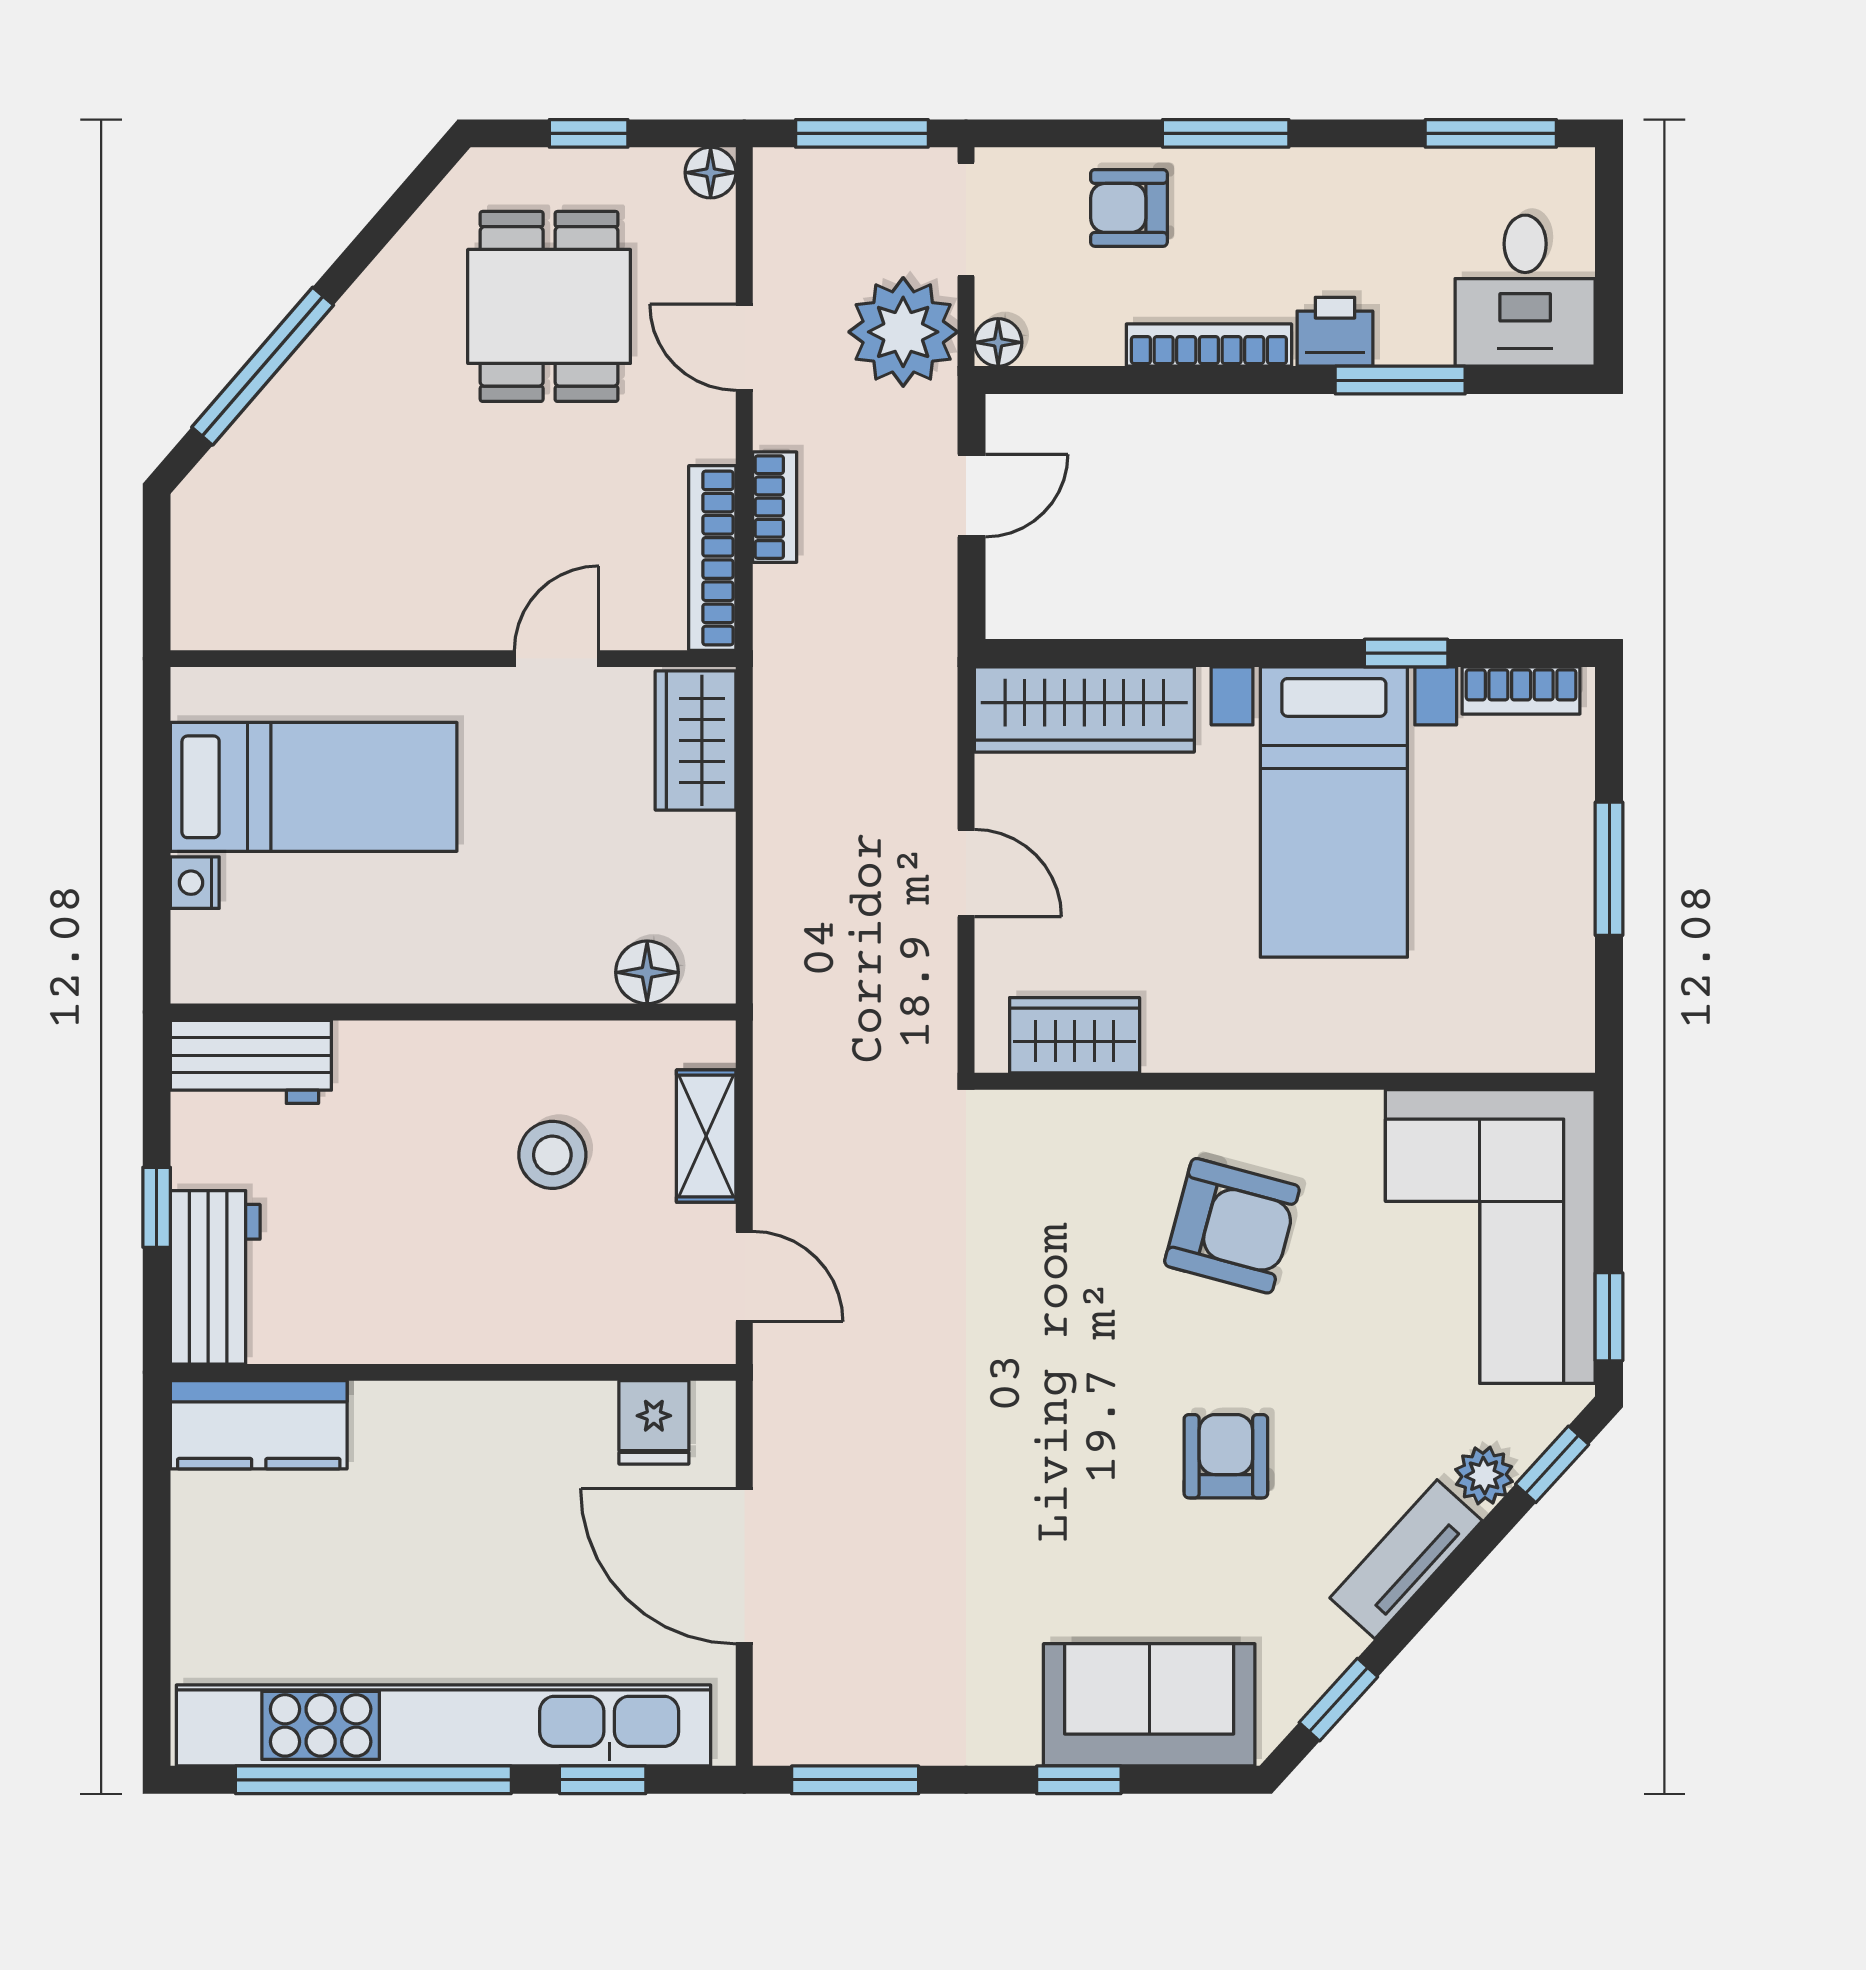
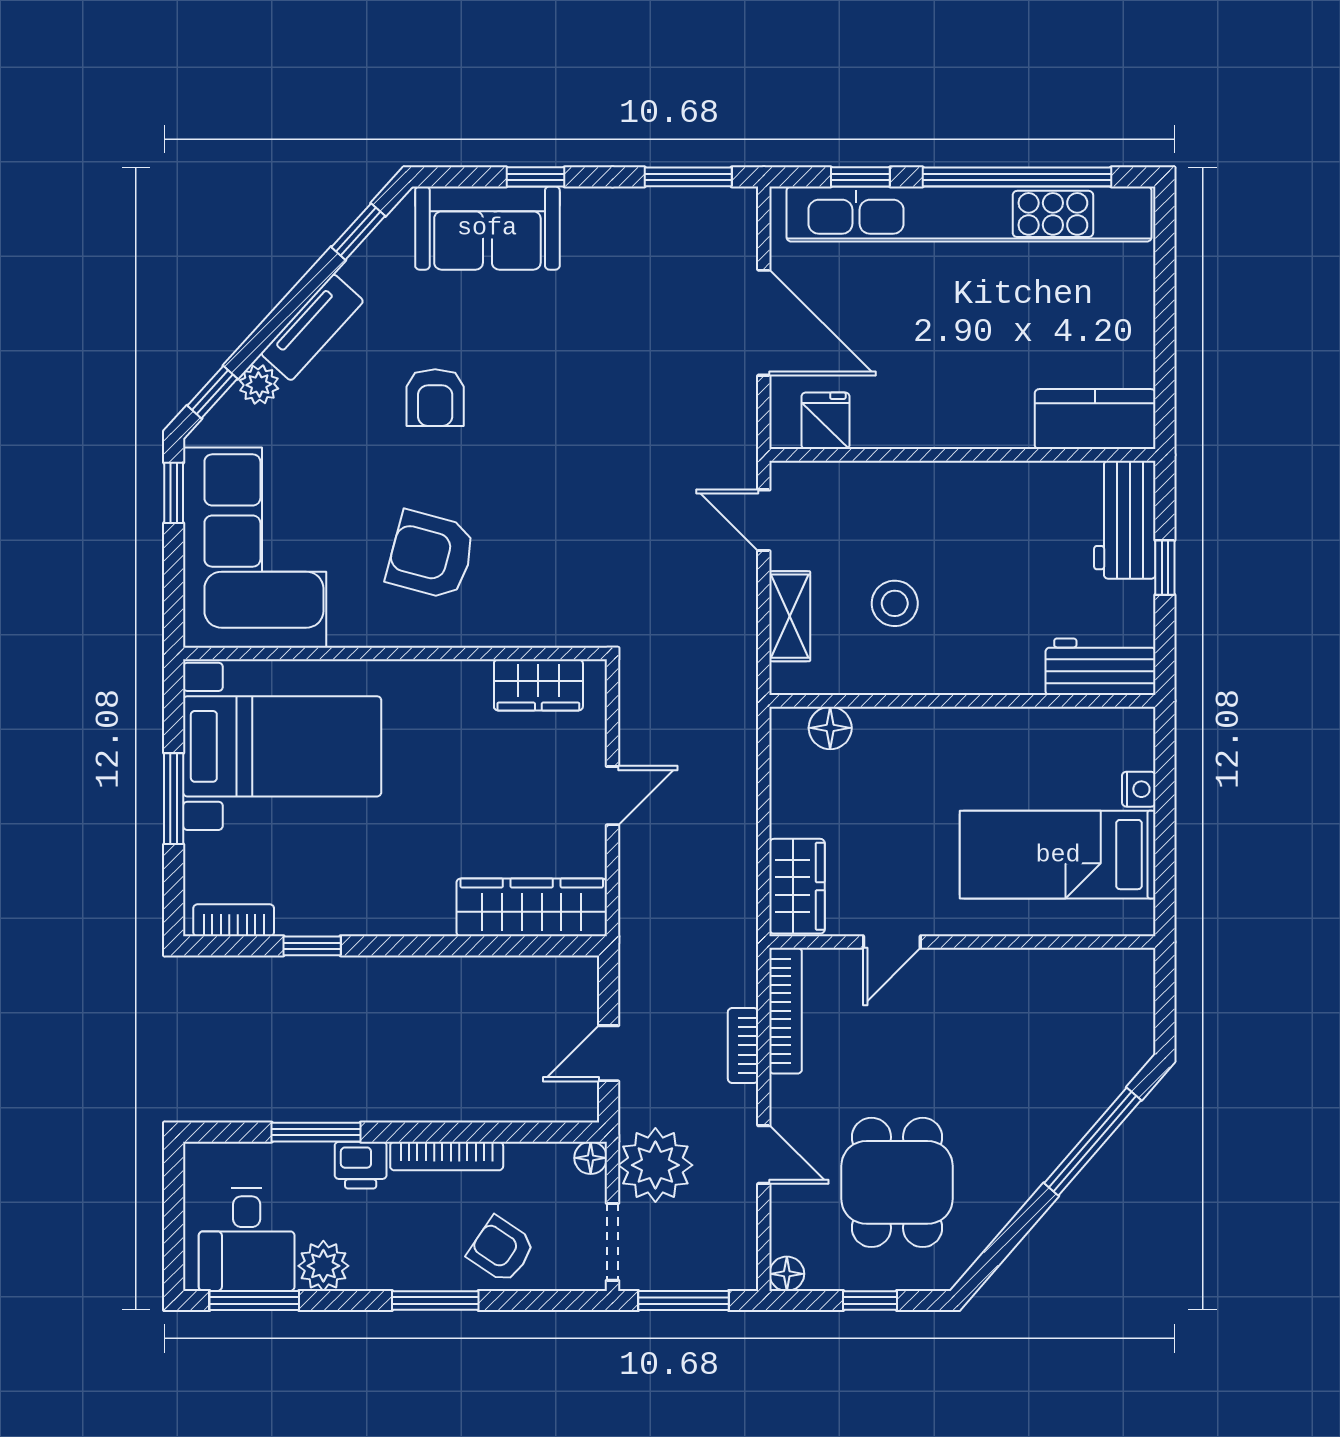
plant: (1389, 184) -> (323, 1266), added
armchair: (1129, 208) -> (501, 1250), turned -146
desk: (1525, 291) -> (247, 1240), moved, turned 180
bed with nightstands: (1334, 812) -> (282, 746), moved, turned 90
door: (966, 873) -> (612, 796), swing flipped

